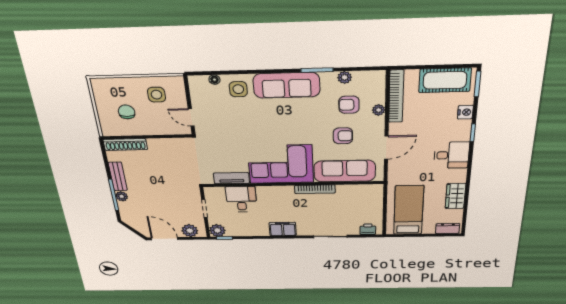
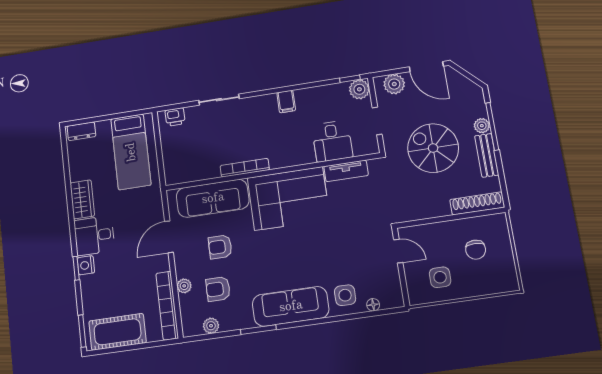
plant: (345, 77) -> (211, 326), moved
armchair: (349, 105) -> (218, 289), turned 180
nightstand: (465, 112) -> (86, 265), moved
spiral stairs: (160, 186) -> (433, 148), added
wardrobe: (456, 196) -> (82, 199), moved
filing cabinet: (283, 229) -> (286, 102), width x0.50

